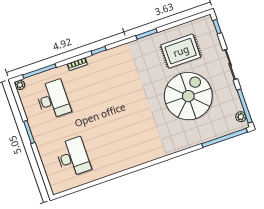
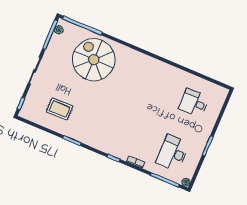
rug: (181, 51) -> (60, 109), width x0.73, depth x0.70
spiral stairs: (188, 96) -> (94, 60), moved, turned 90
desk: (73, 157) -> (194, 103), width x0.73

